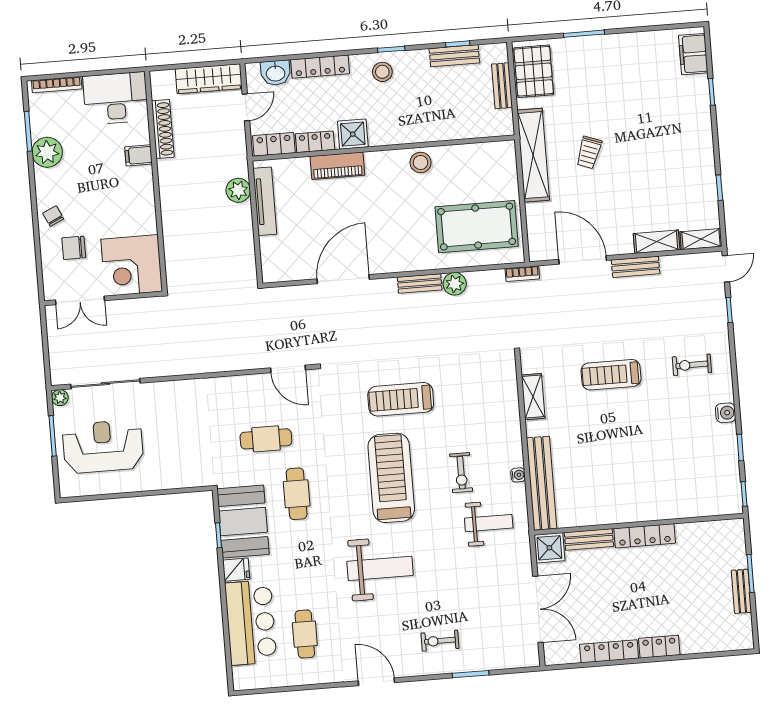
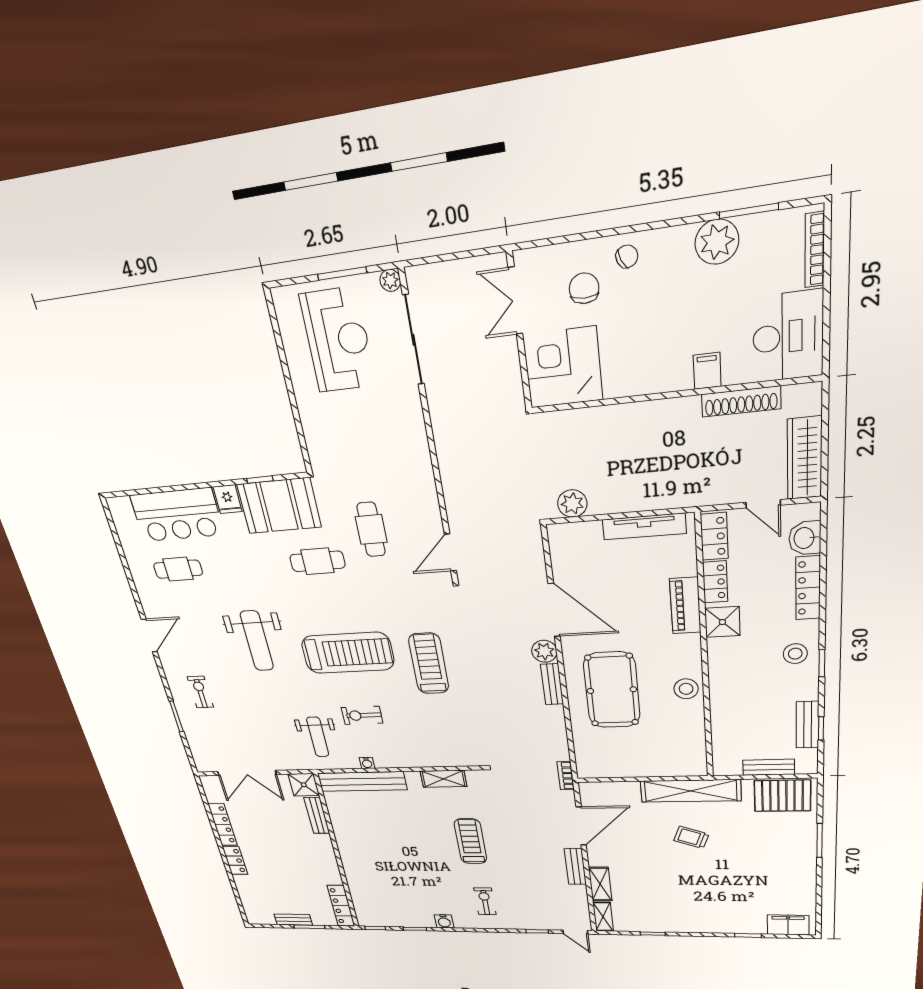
plant: (238, 190) -> (572, 504), moved
pool table: (477, 227) -> (612, 690), moved
plant: (455, 284) -> (544, 651), moved
locker: (645, 536) -> (341, 906), moved

